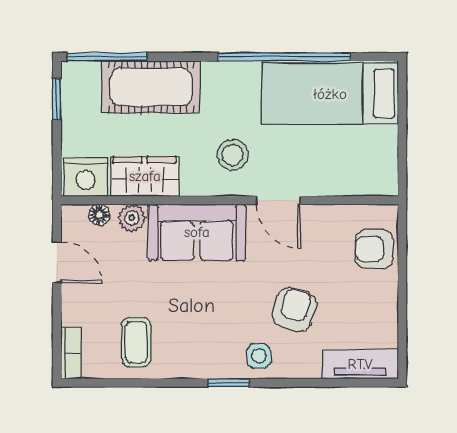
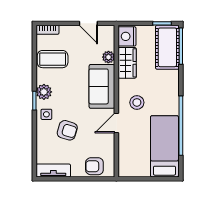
cot: (151, 87) -> (167, 47), moved
floor lamp: (99, 215) -> (110, 43), removed
armchair: (374, 249) -> (94, 166), turned -90
door: (57, 262) -> (88, 23), hinge flipped
coffee table: (136, 342) -> (53, 59), width x1.36, depth x1.30
plant: (209, 361) -> (44, 92), added
tv unit: (360, 364) -> (53, 171), moved, turned -90

